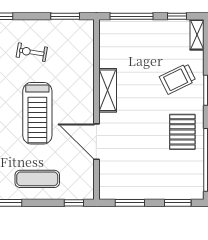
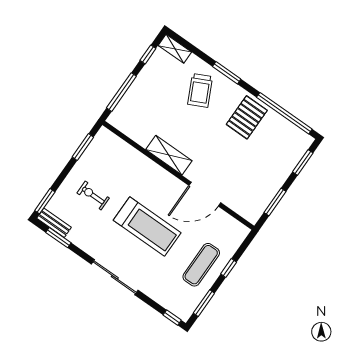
exercise bike: (32, 52) -> (93, 196), turned 81
pallet: (182, 132) -> (247, 117), turned 90
window: (74, 203) -> (229, 268), moved

